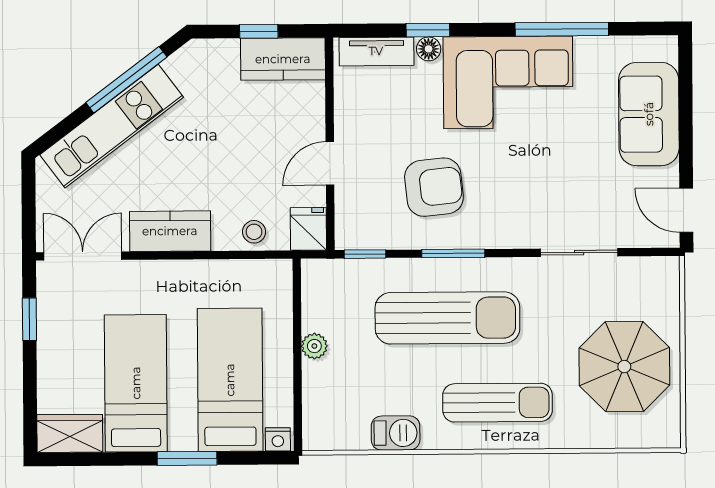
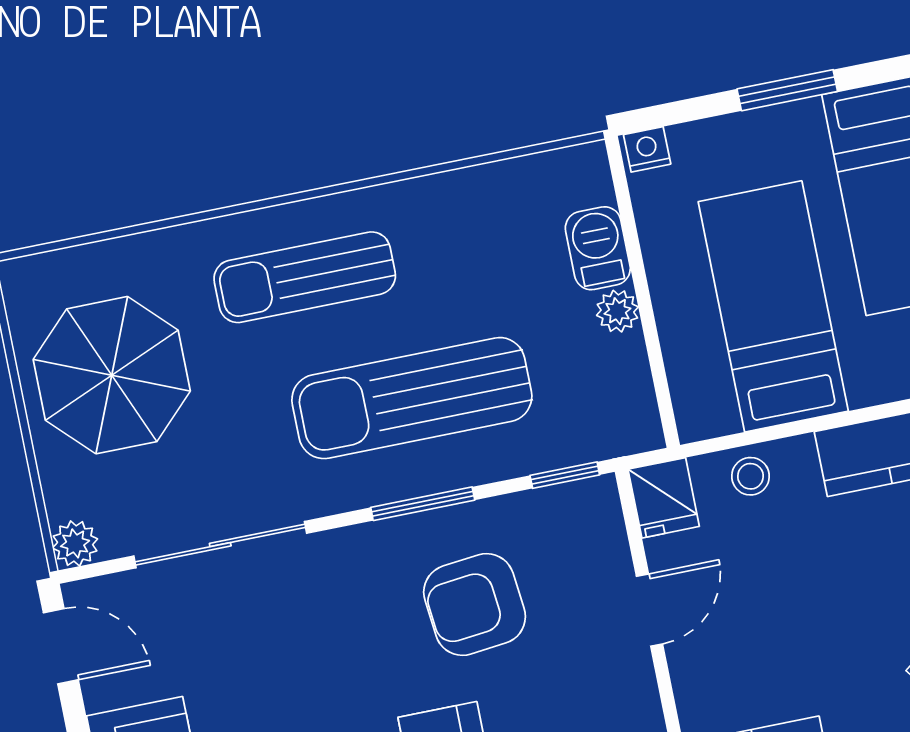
sliding door: (579, 253) -> (220, 545), width x1.37
plant: (666, 270) -> (75, 543), added
bed: (230, 380) -> (773, 306), moved, turned 180
barbecue: (396, 433) -> (598, 248), moved, turned 90

